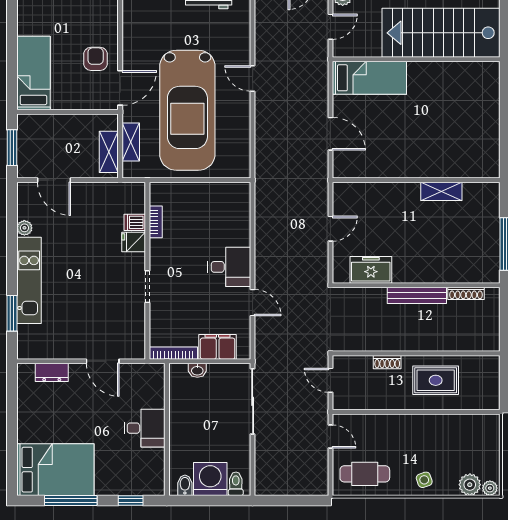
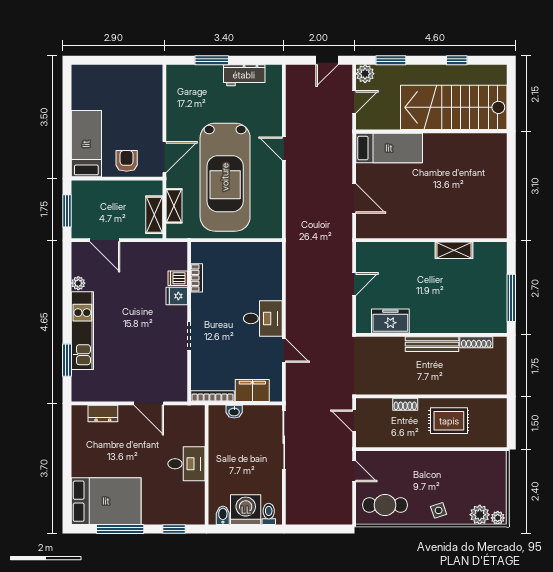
armchair: (96, 59) -> (127, 161), moved

